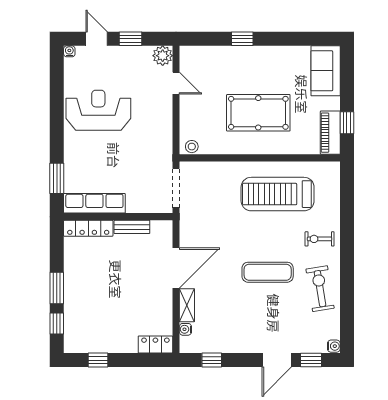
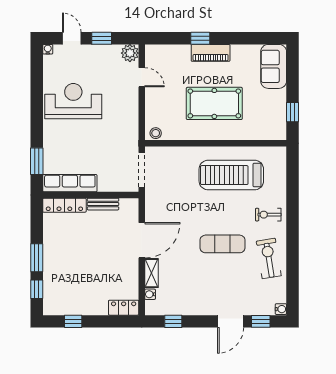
piano: (330, 133) -> (211, 53), moved, turned -90

